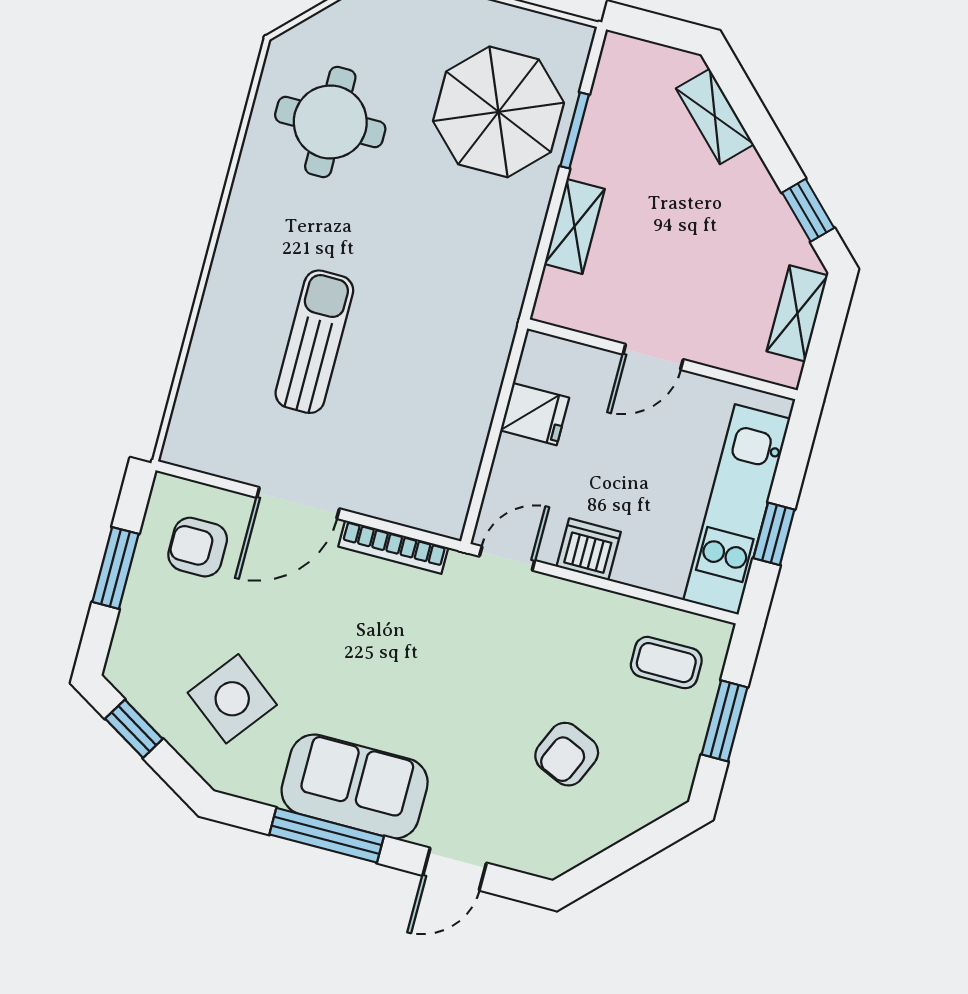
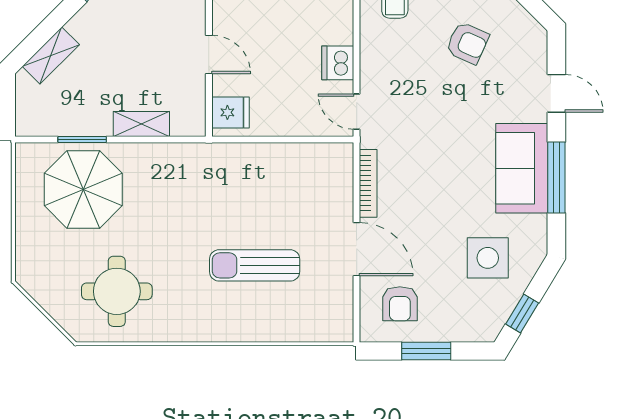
fridge: (535, 414) -> (230, 112), moved, turned 90
side table: (232, 699) -> (488, 258), turned -38

